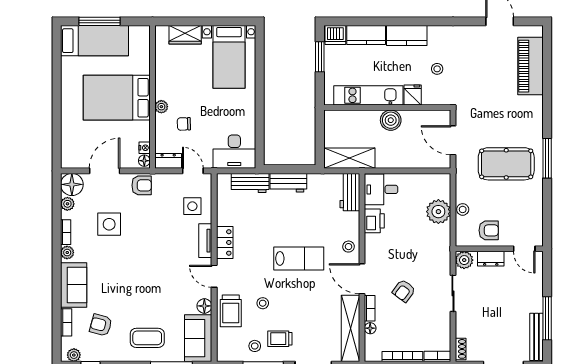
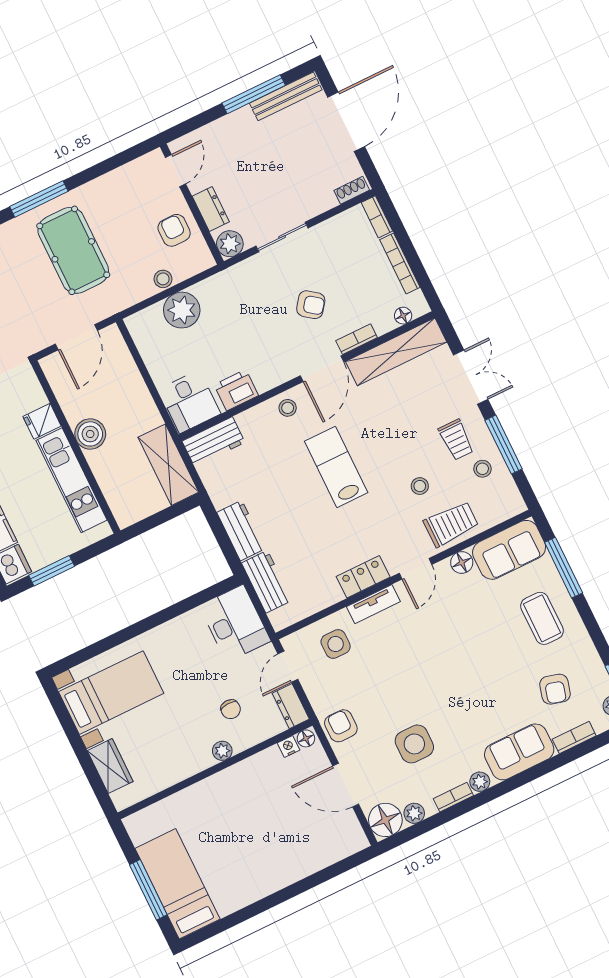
bed: (117, 98) -> (239, 817), removed
floor lamp: (370, 328) -> (403, 316), moved

